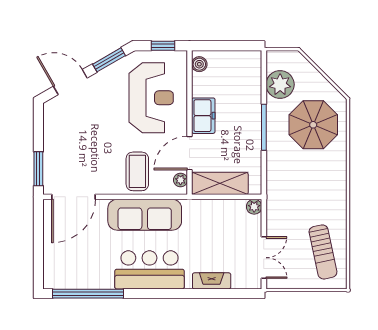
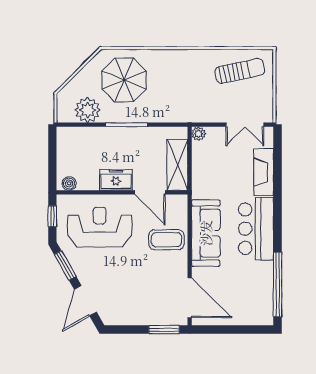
plant: (180, 180) -> (174, 201), removed
double door: (264, 258) -> (245, 125), swing flipped
fireplace: (212, 281) -> (264, 172), width x1.37, depth x1.32

